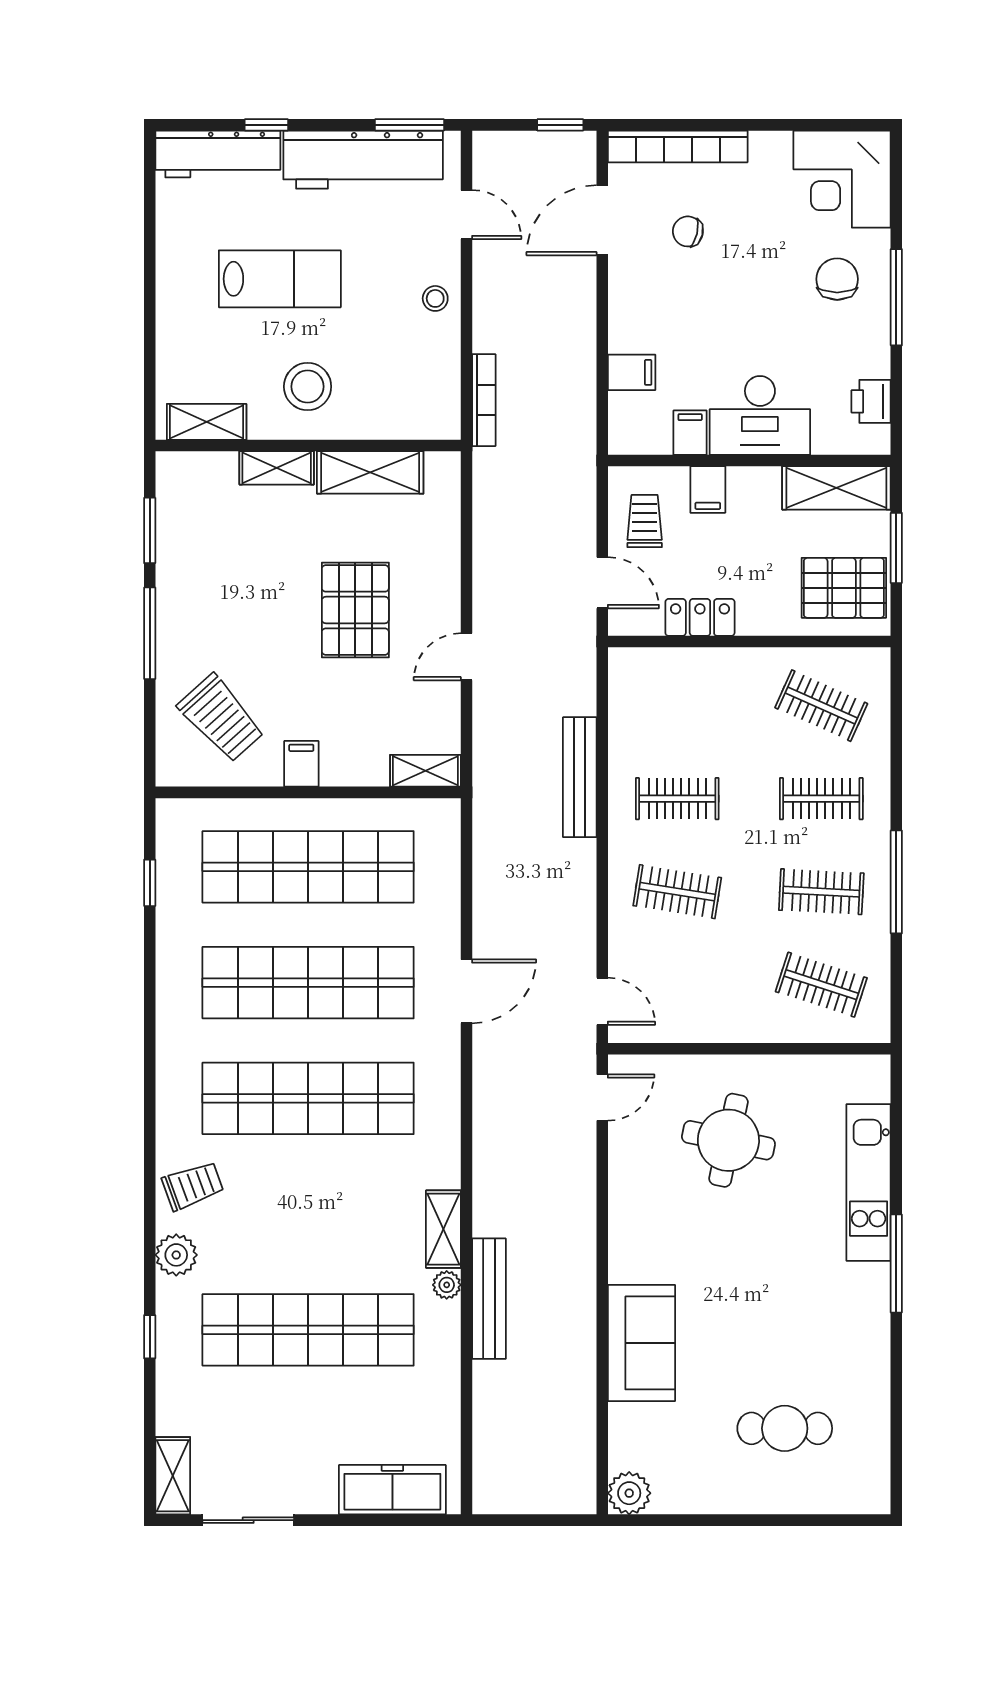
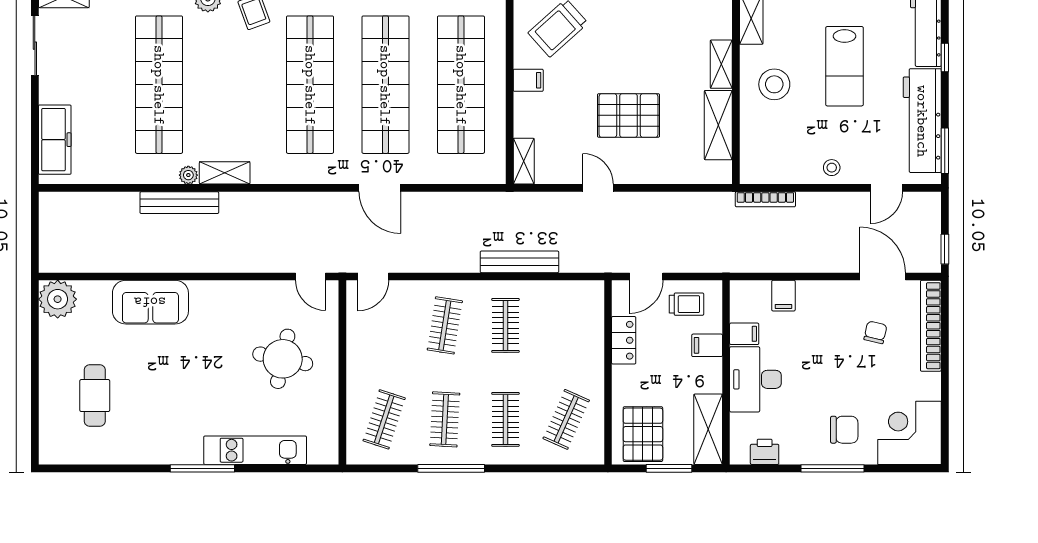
plant: (629, 1493) -> (58, 299), width x1.36, depth x1.36

